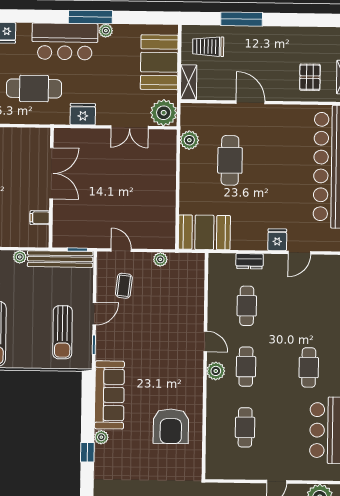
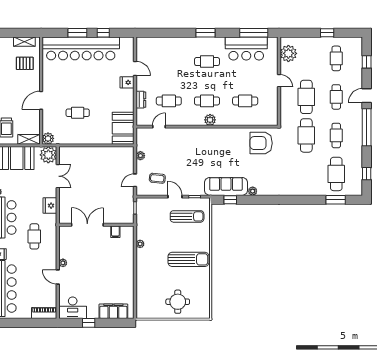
cafe table: (34, 88) -> (34, 236), width x0.73, depth x0.74
plant: (189, 140) -> (48, 138), moved
cafe table: (230, 160) -> (78, 113), width x0.73, depth x0.74
bench: (60, 259) -> (141, 219), removed
door: (205, 341) -> (159, 127), moved
armchair: (171, 426) -> (261, 143), moved, turned 180
window: (87, 452) -> (230, 200), moved

